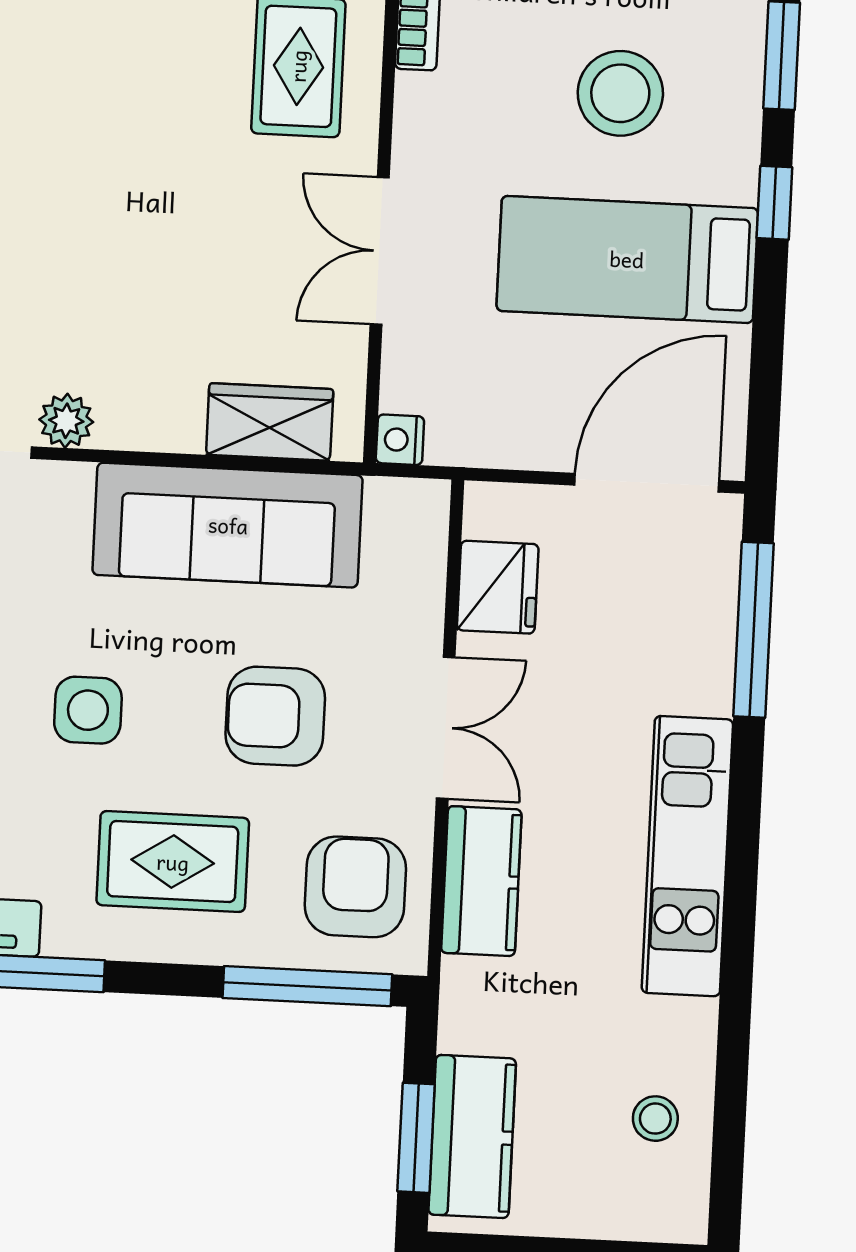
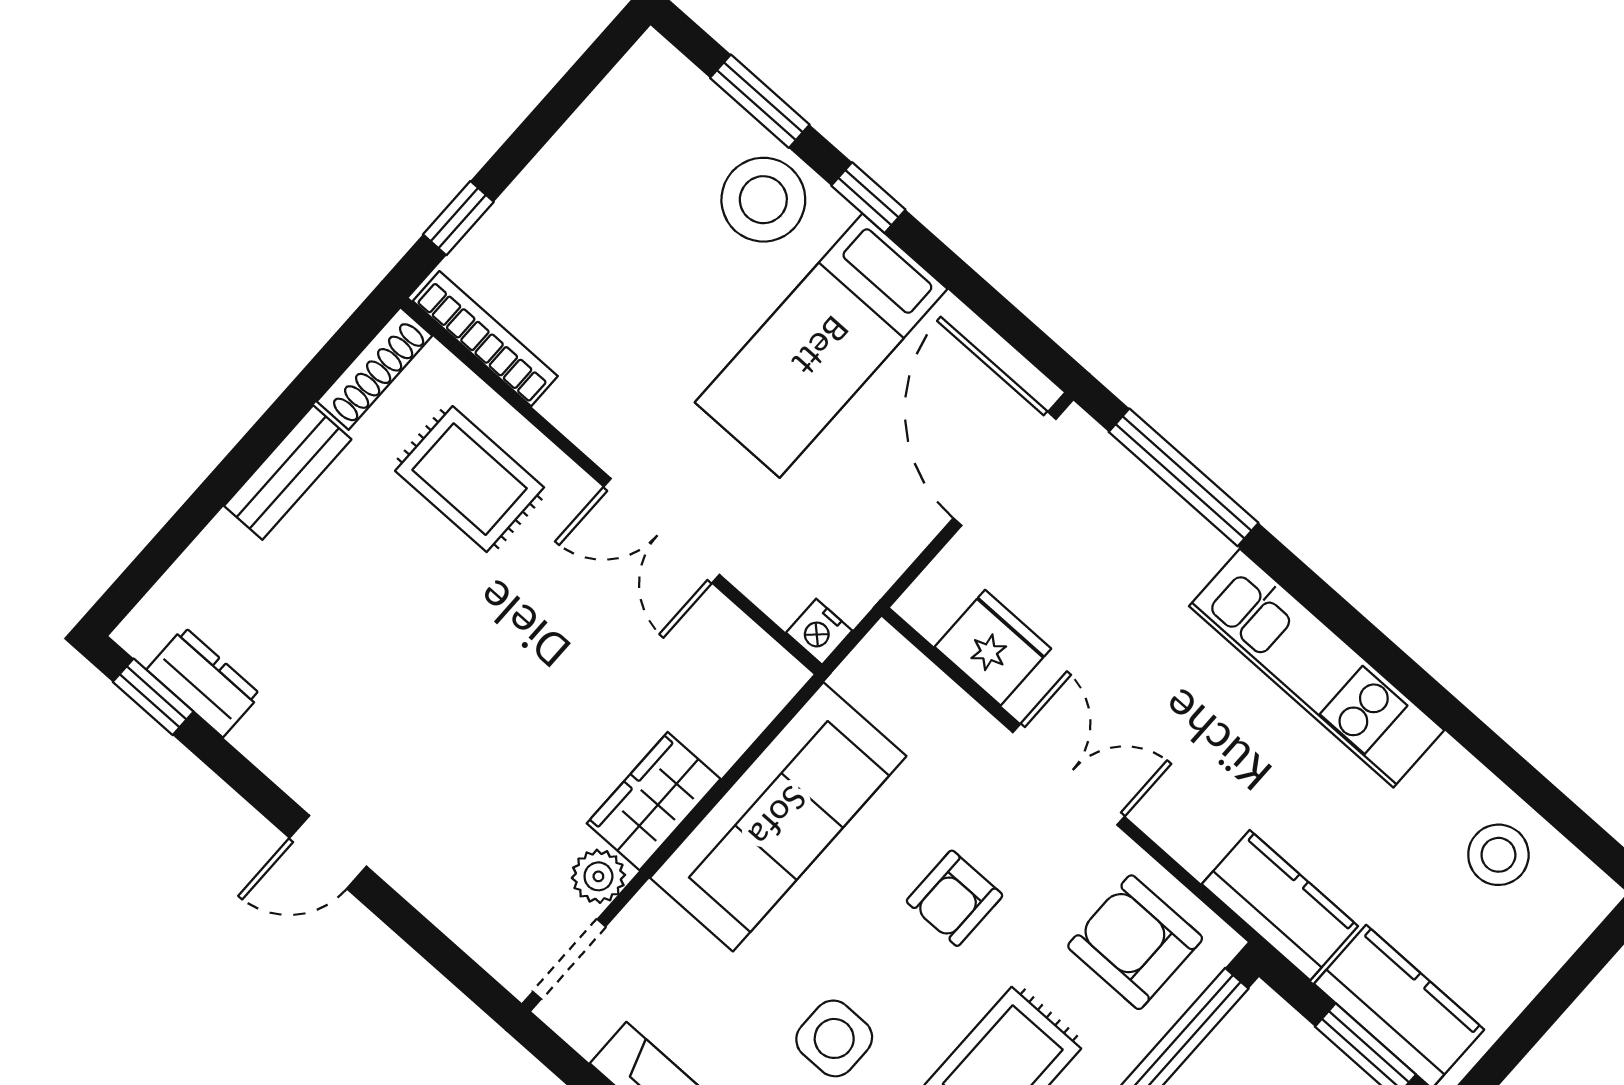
stool: (620, 93) -> (763, 200), moved
wardrobe: (270, 422) -> (654, 801), moved
armchair: (275, 716) -> (954, 898), width x0.72, depth x0.72
kitchen counter: (481, 881) -> (1280, 905), moved
stool: (655, 1119) -> (1498, 855), width x1.37, depth x1.37

